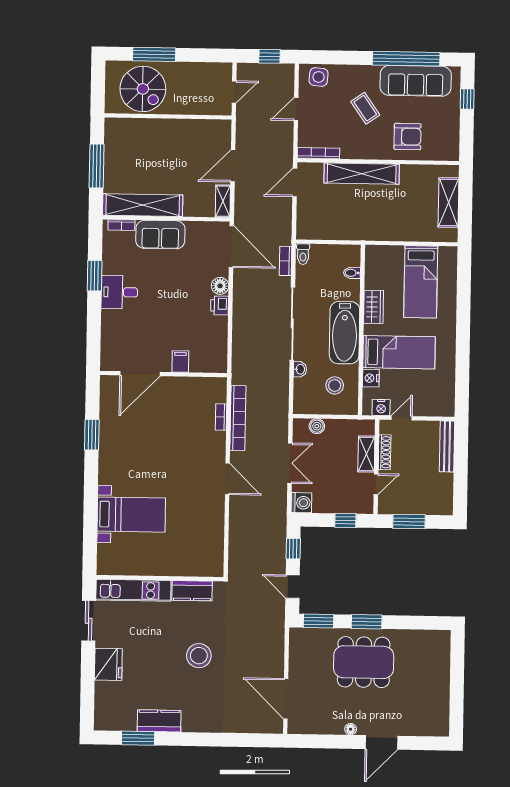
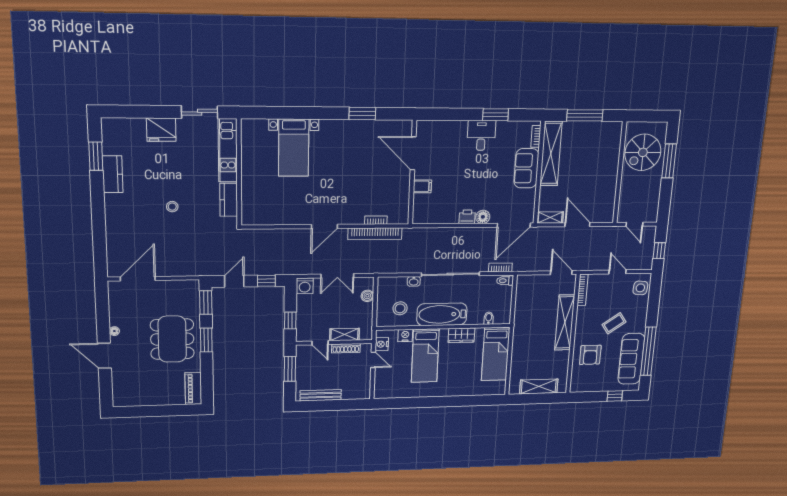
bed: (421, 282) -> (496, 354), moved, turned -90
bench: (447, 446) -> (321, 395), moved
piano: (429, 639) -> (193, 388), added
stool: (199, 656) -> (172, 207), width x0.53, depth x0.53

